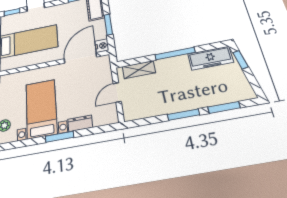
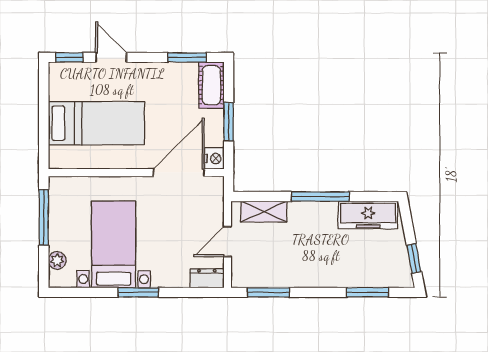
window: (241, 60) -> (414, 258), moved
window: (183, 115) -> (268, 292), moved
dresser: (80, 123) -> (207, 278), moved

